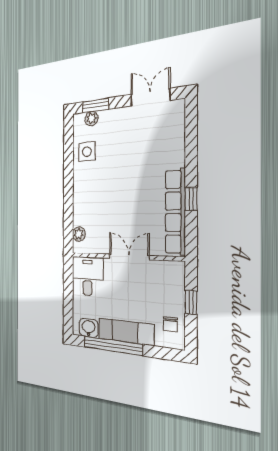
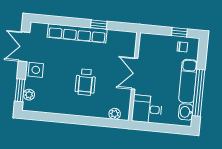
side table: (87, 152) -> (36, 70), moved
wheelchair: (112, 191) -> (85, 82), added
row of seats: (175, 212) -> (77, 33), moved
window: (191, 302) -> (179, 32), moved

